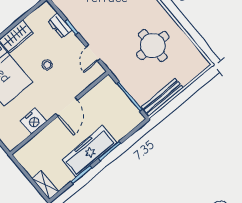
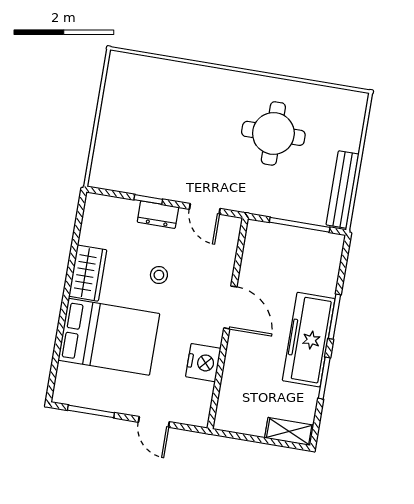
dresser: (60, 26) -> (158, 215), moved

